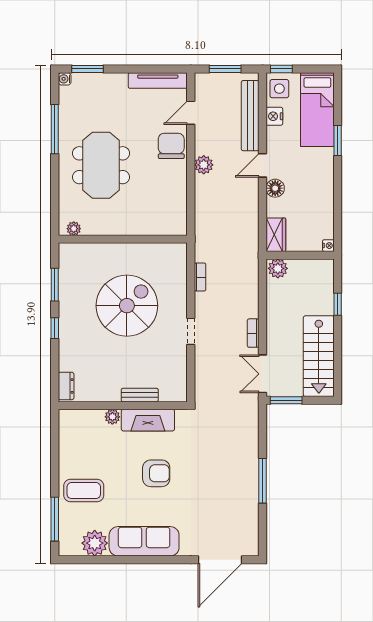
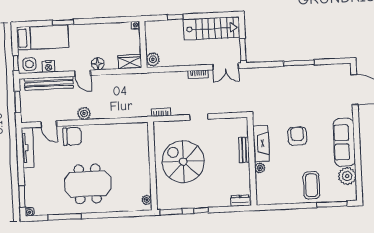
chair: (171, 146) -> (72, 136), turned 180
plant: (74, 229) -> (147, 200), moved
wall: (123, 239) -> (152, 166), moved

